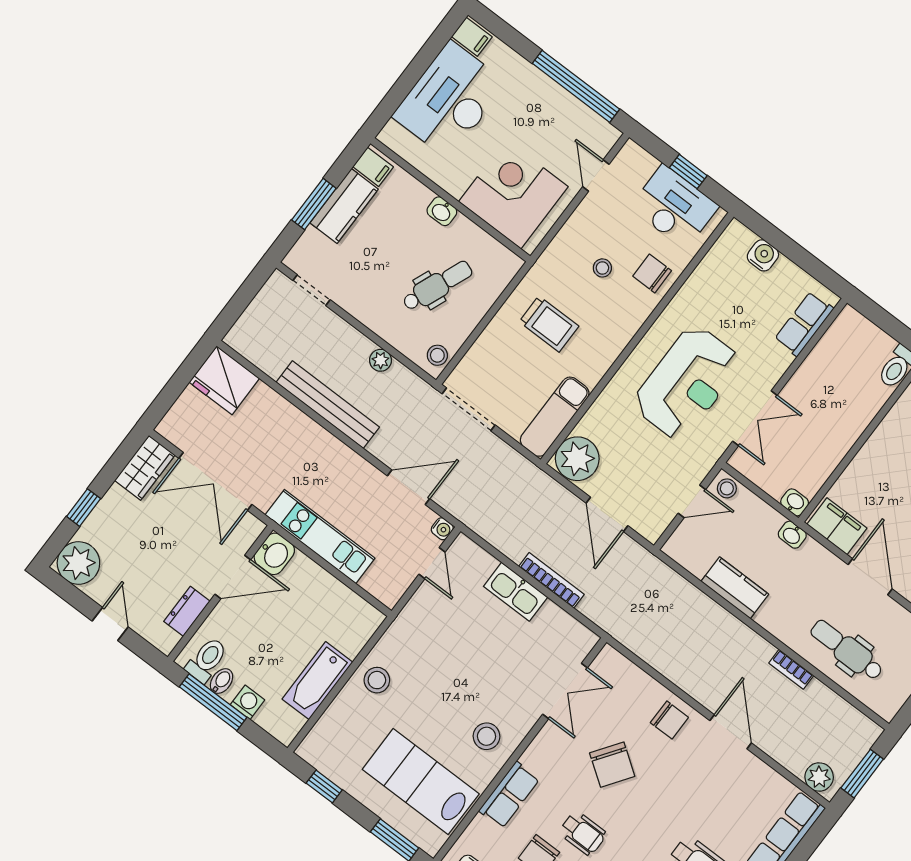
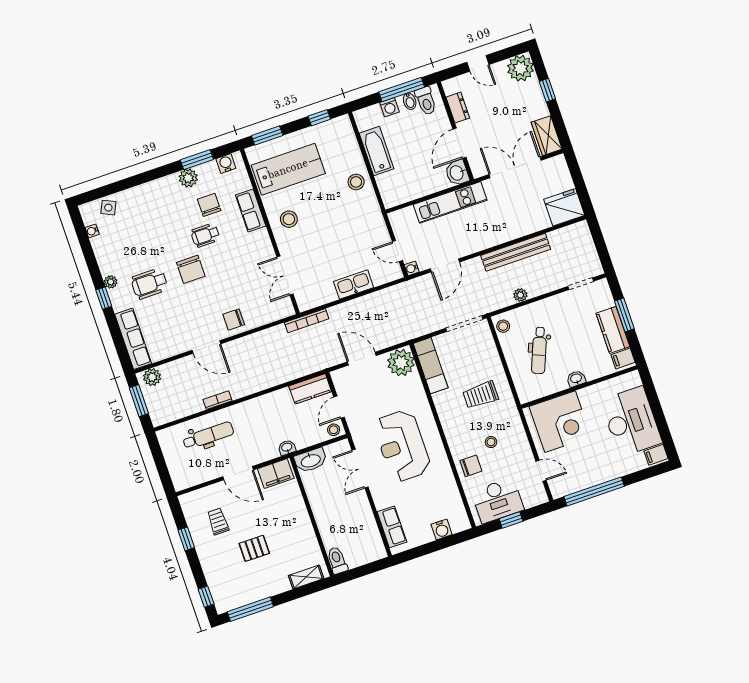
washbasin: (795, 502) -> (311, 460), width x1.91, depth x1.45
bookcase: (551, 580) -> (307, 321), moved
kitchen counter: (735, 588) -> (310, 389), moved
chair: (612, 765) -> (191, 269), moved, turned -125

